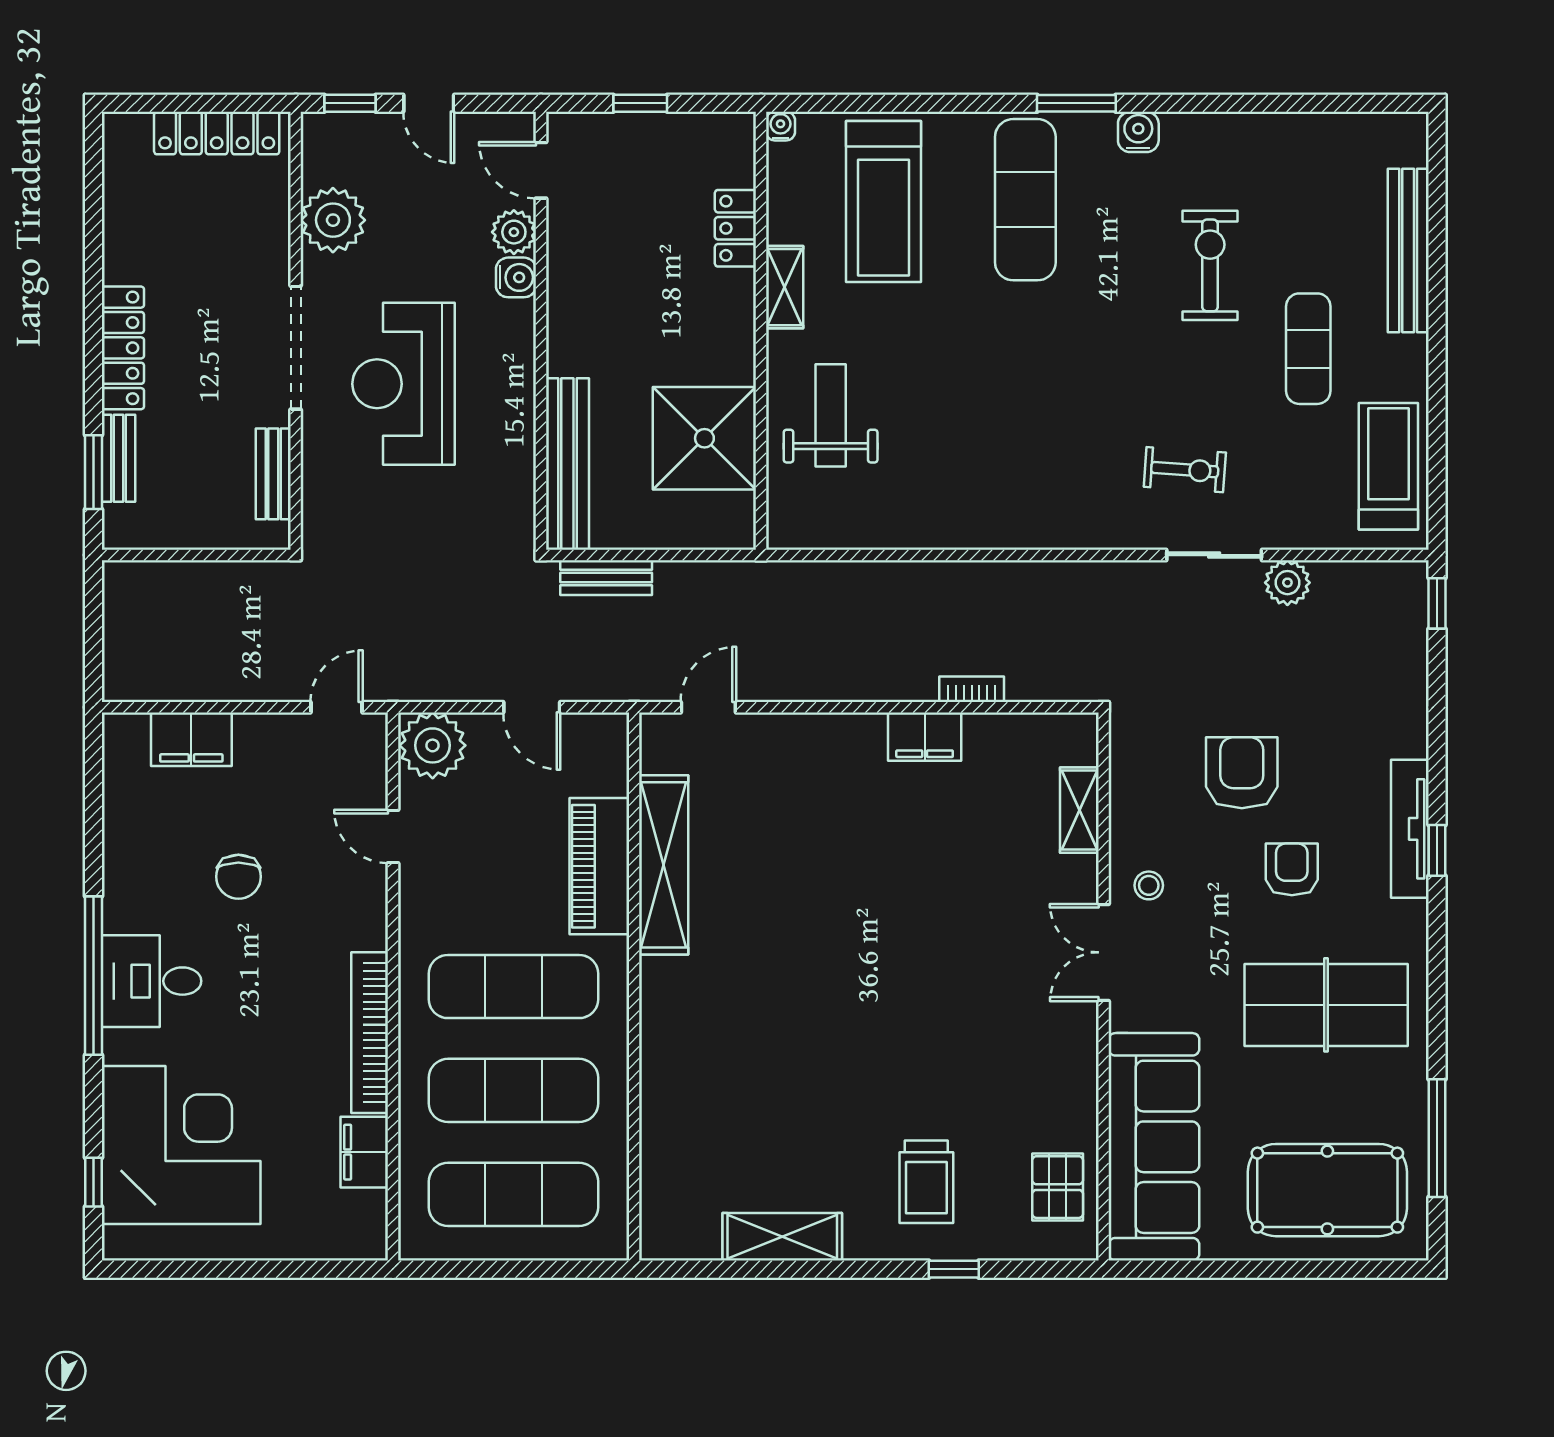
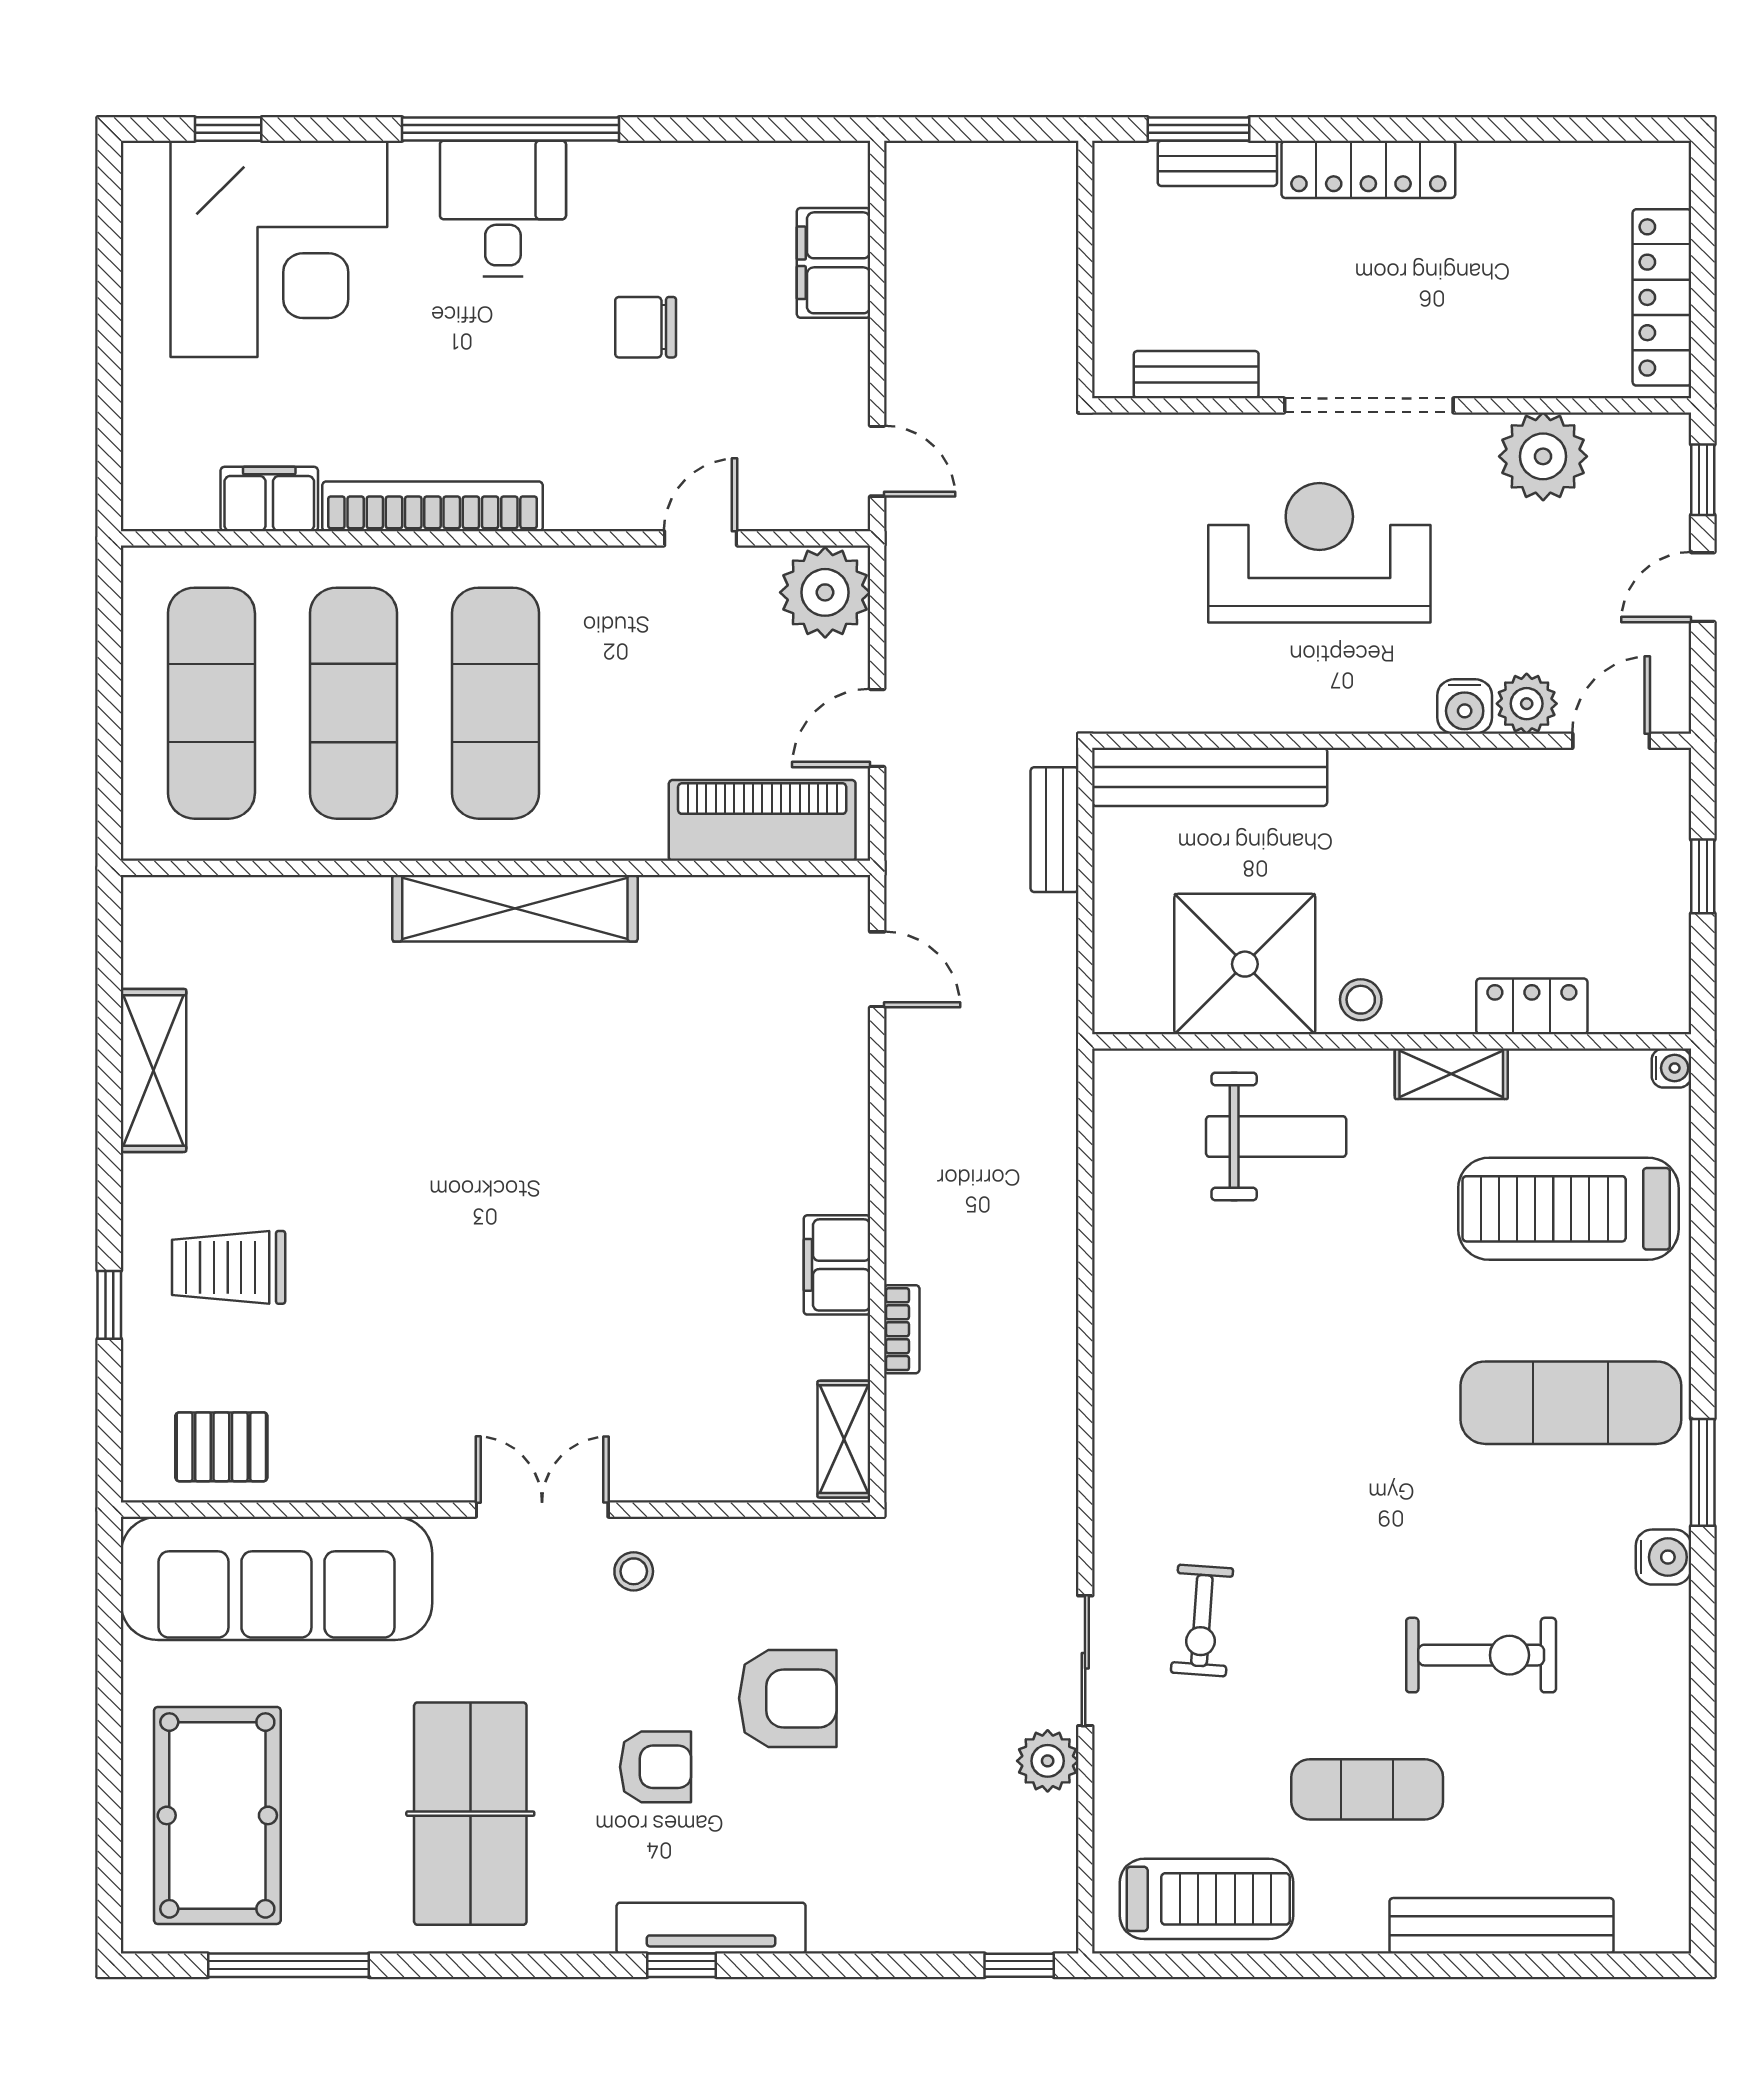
stool: (731, 353) -> (1361, 1000), added
shelving: (1079, 810) -> (844, 1439), moved, turned 90
shelving: (664, 865) -> (515, 908), moved
piano: (599, 866) -> (762, 820), moved

